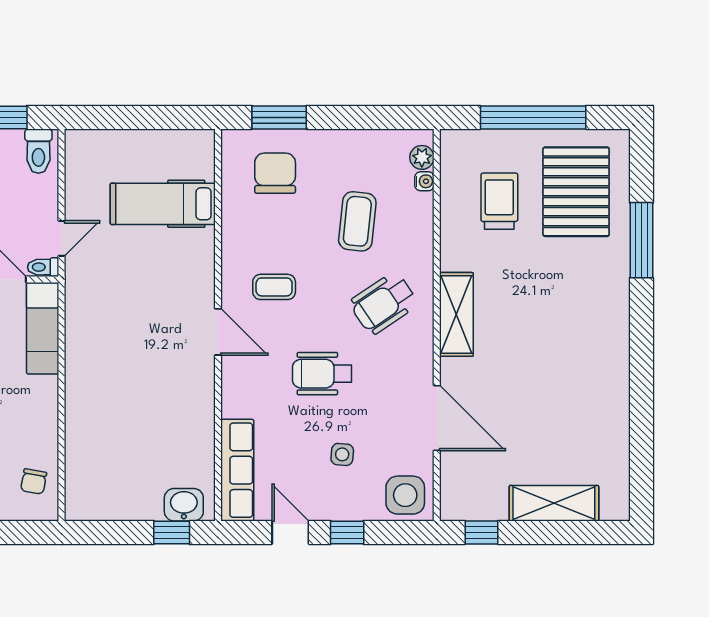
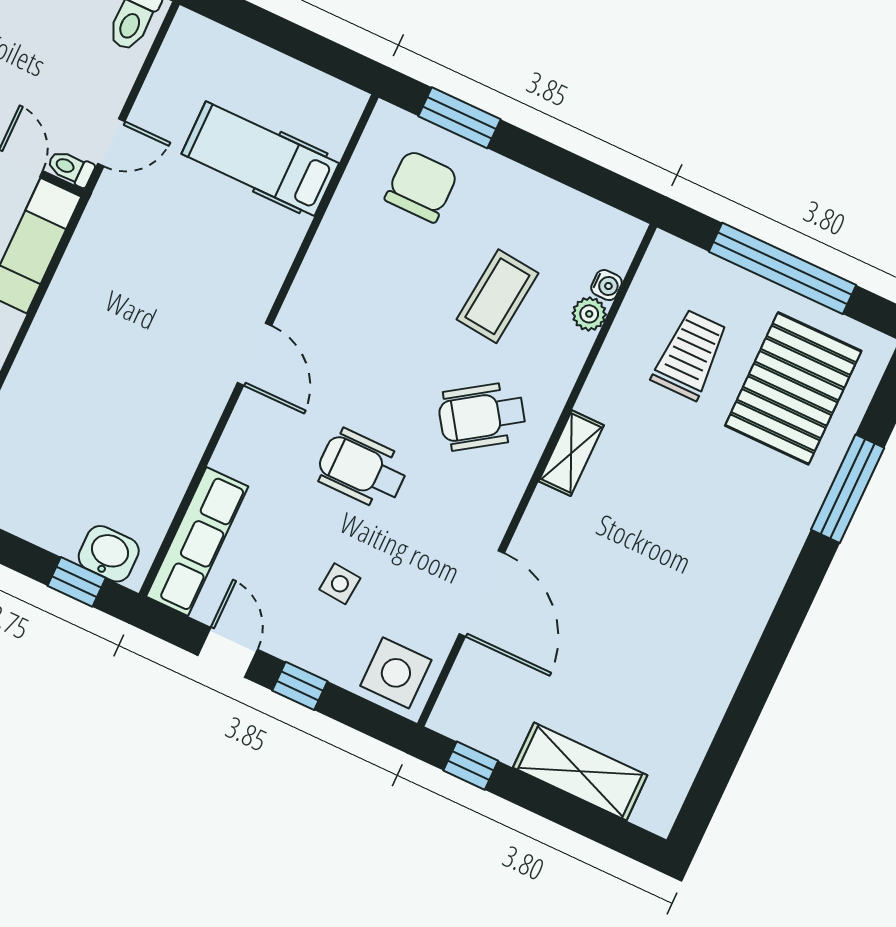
plant: (422, 157) -> (589, 314), moved
coffee table: (274, 287) -> (353, 330), removed
shelving: (456, 314) -> (571, 453), width x0.67, depth x0.75

